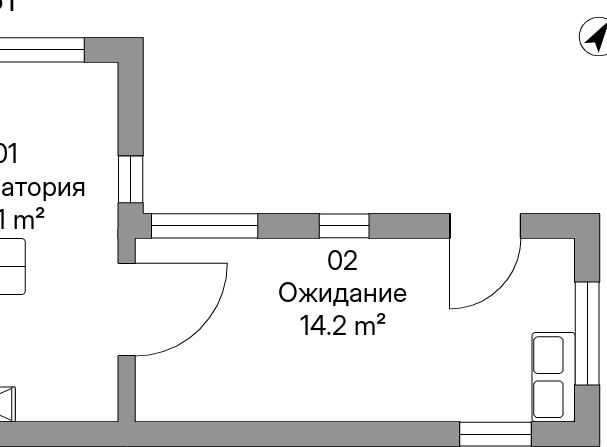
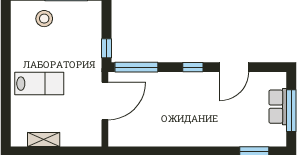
door: (485, 226) -> (234, 67), moved
row of seats: (554, 377) -> (278, 107), moved

